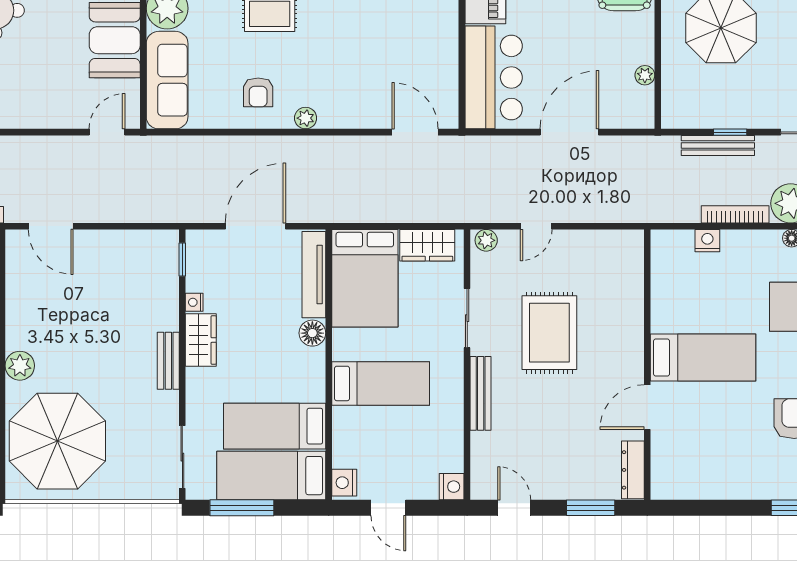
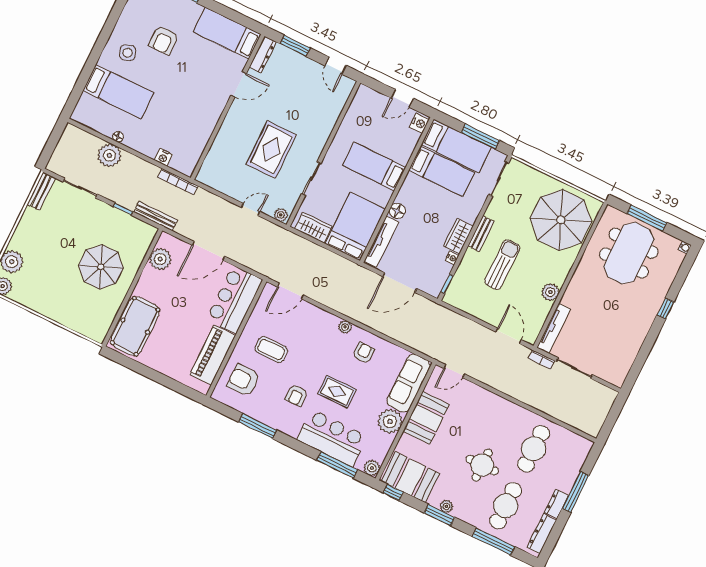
coffee table: (401, 29) -> (271, 350), added
plant: (645, 75) -> (160, 259), width x1.87, depth x1.87
door: (415, 132) -> (290, 291), hinge flipped
bench: (718, 145) -> (156, 216), moved
bookcase: (735, 214) -> (178, 182), moved
sun lounger: (113, 330) -> (502, 265), added
bed: (703, 358) -> (227, 33), moved
plant: (20, 366) -> (550, 292), moved
bench: (481, 393) -> (324, 135), removed
nightstand: (452, 487) -> (363, 93), removed
door: (388, 508) -> (402, 98), swing flipped

